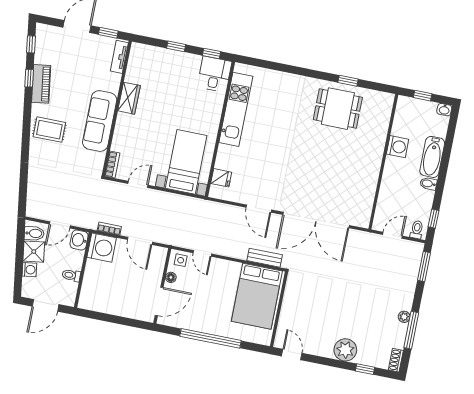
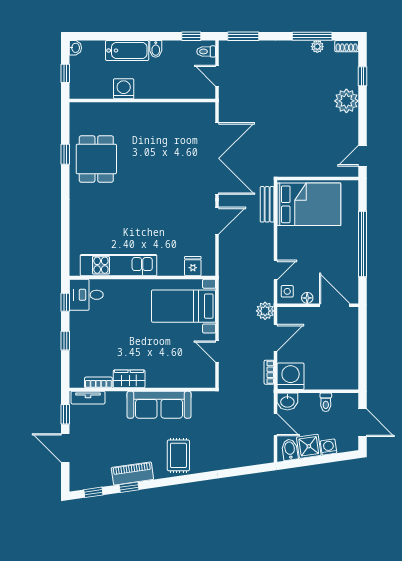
bookcase: (112, 165) -> (98, 382), moved
plant: (167, 236) -> (265, 311), added
plant: (404, 317) -> (317, 47), moved

